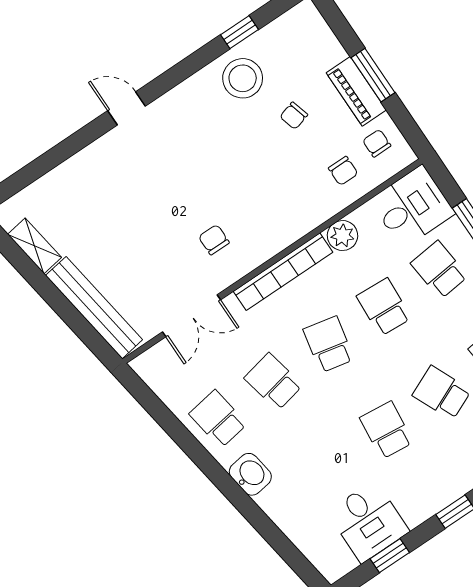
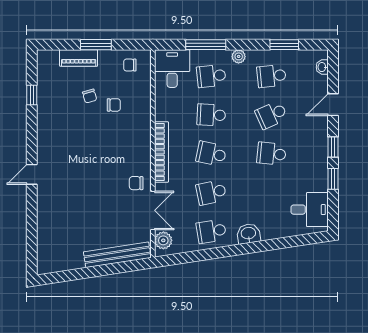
stool: (243, 78) -> (55, 109), removed
piano: (356, 91) -> (79, 58), moved
chair: (343, 171) -> (114, 105), moved
plant: (342, 236) -> (163, 240), moved
chair: (214, 240) -> (136, 183), moved
shelving: (34, 246) -> (68, 263), removed
desk: (368, 522) -> (310, 210), moved
window: (390, 556) -> (333, 179), moved

